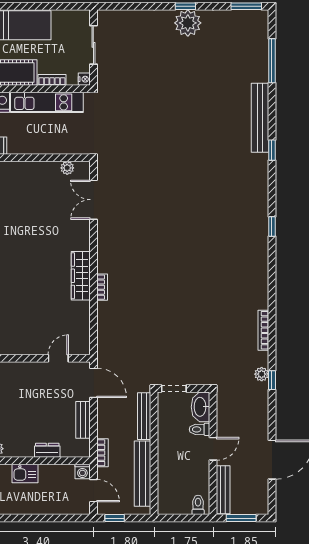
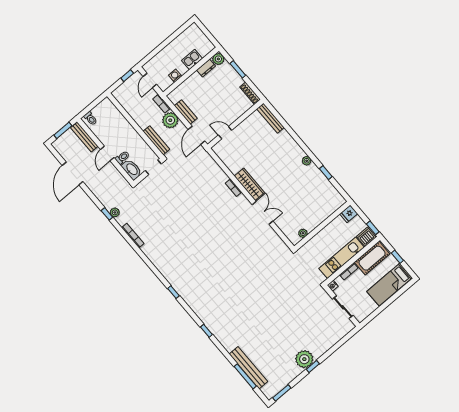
bench: (260, 118) -> (248, 368), moved
double door: (93, 200) -> (262, 213), moved
door: (58, 358) -> (225, 133), swing flipped
door: (93, 383) -> (197, 135), hinge flipped
plant: (109, 425) -> (170, 120), added
dresser: (47, 450) -> (206, 68), moved
washing machine: (82, 472) -> (175, 76), moved
bench: (143, 474) -> (132, 110), removed
door: (93, 491) -> (150, 80), hinge flipped

